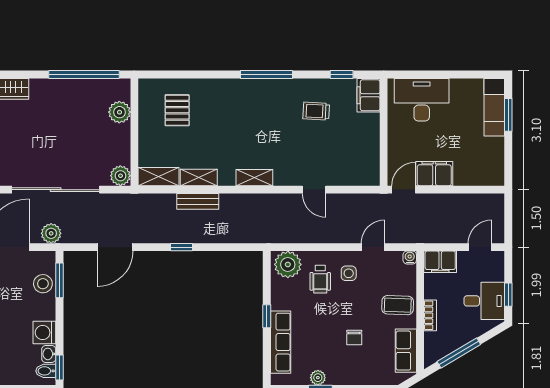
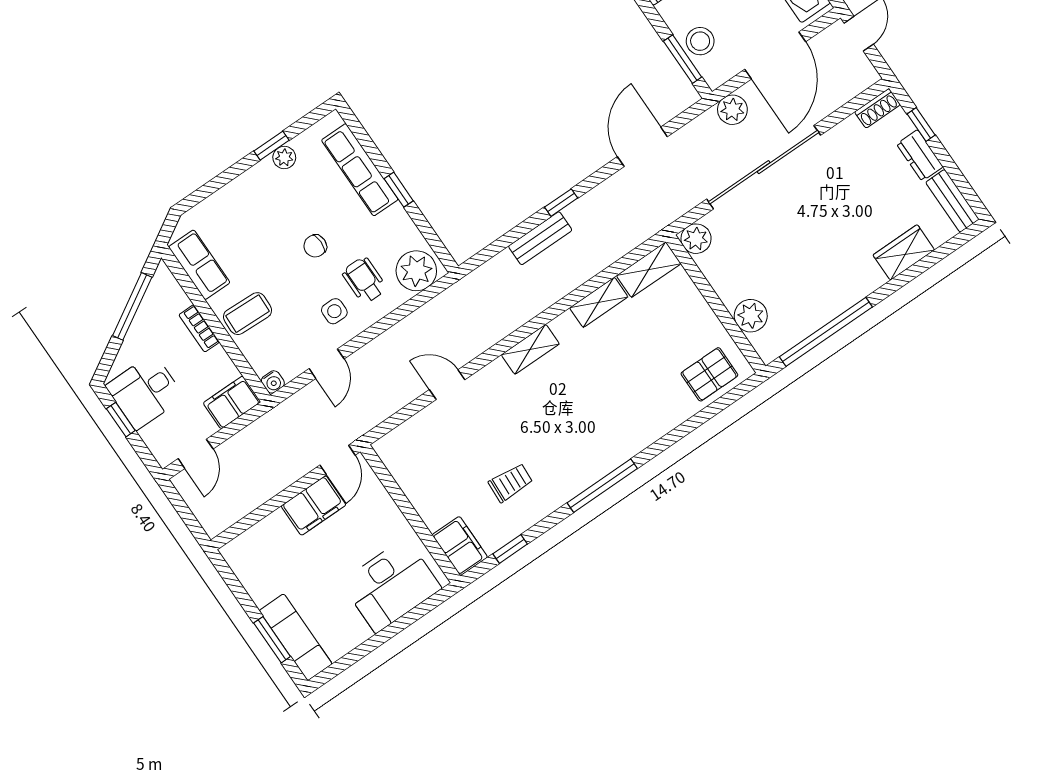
pallet: (177, 110) -> (709, 374), moved, turned 90
bench: (198, 201) -> (540, 238), moved
chair: (354, 338) -> (315, 246), moved, turned -90

